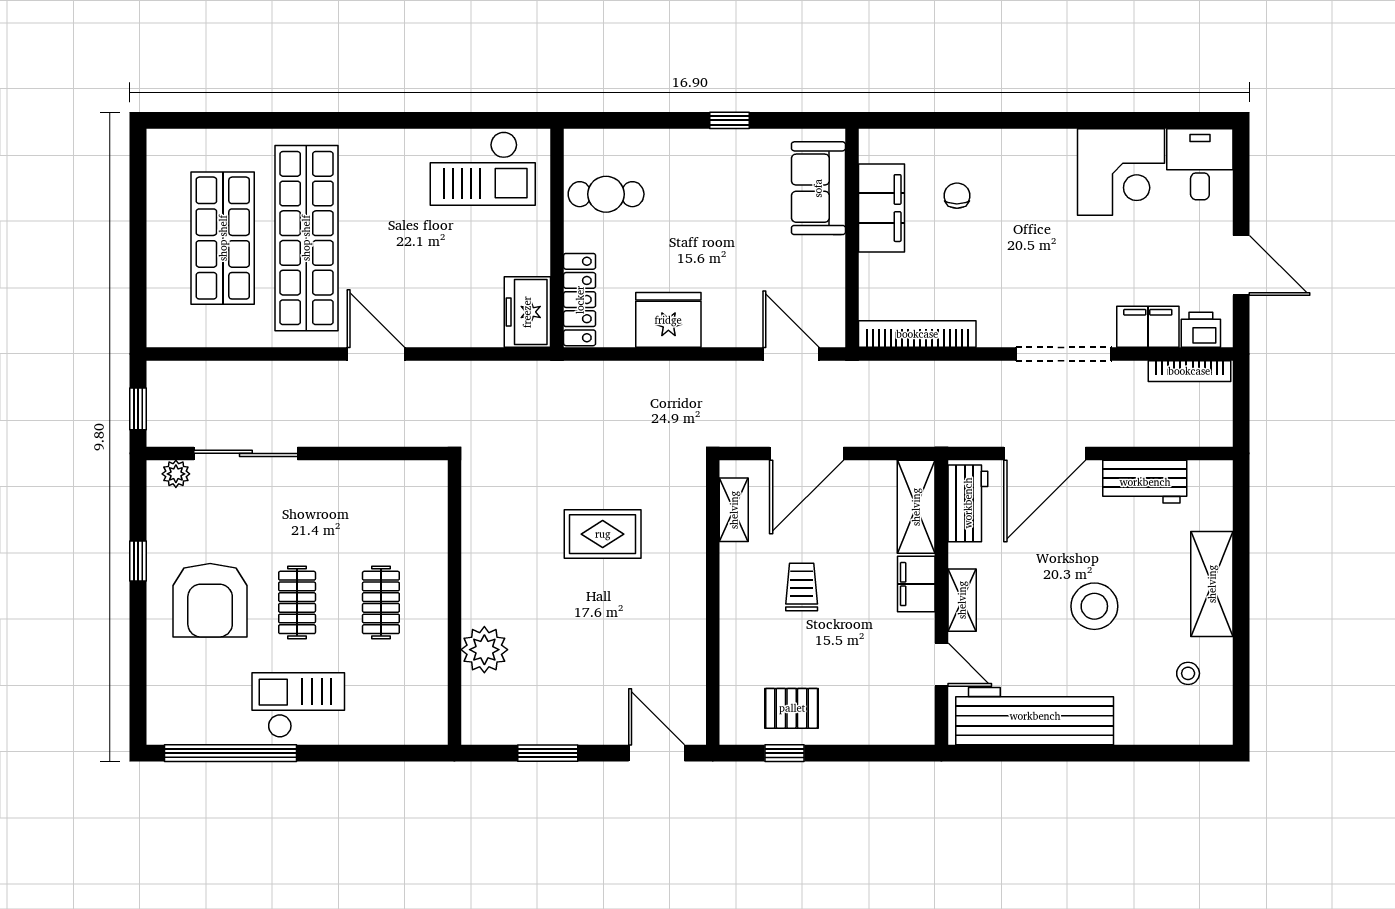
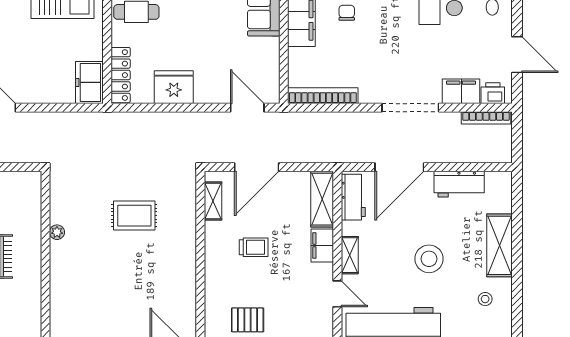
trolley: (802, 587) -> (254, 247), turned 90
plant: (484, 650) -> (57, 232), moved, width x0.53, depth x0.53

